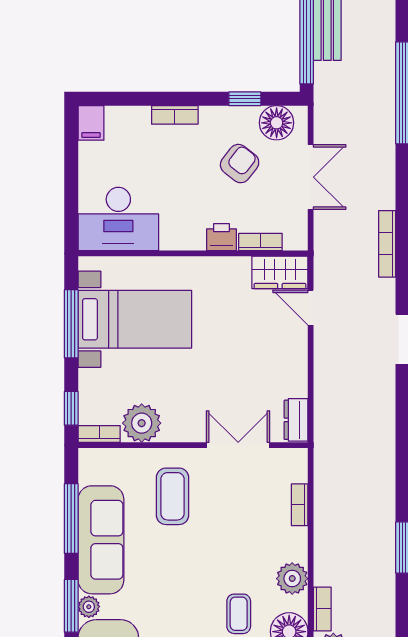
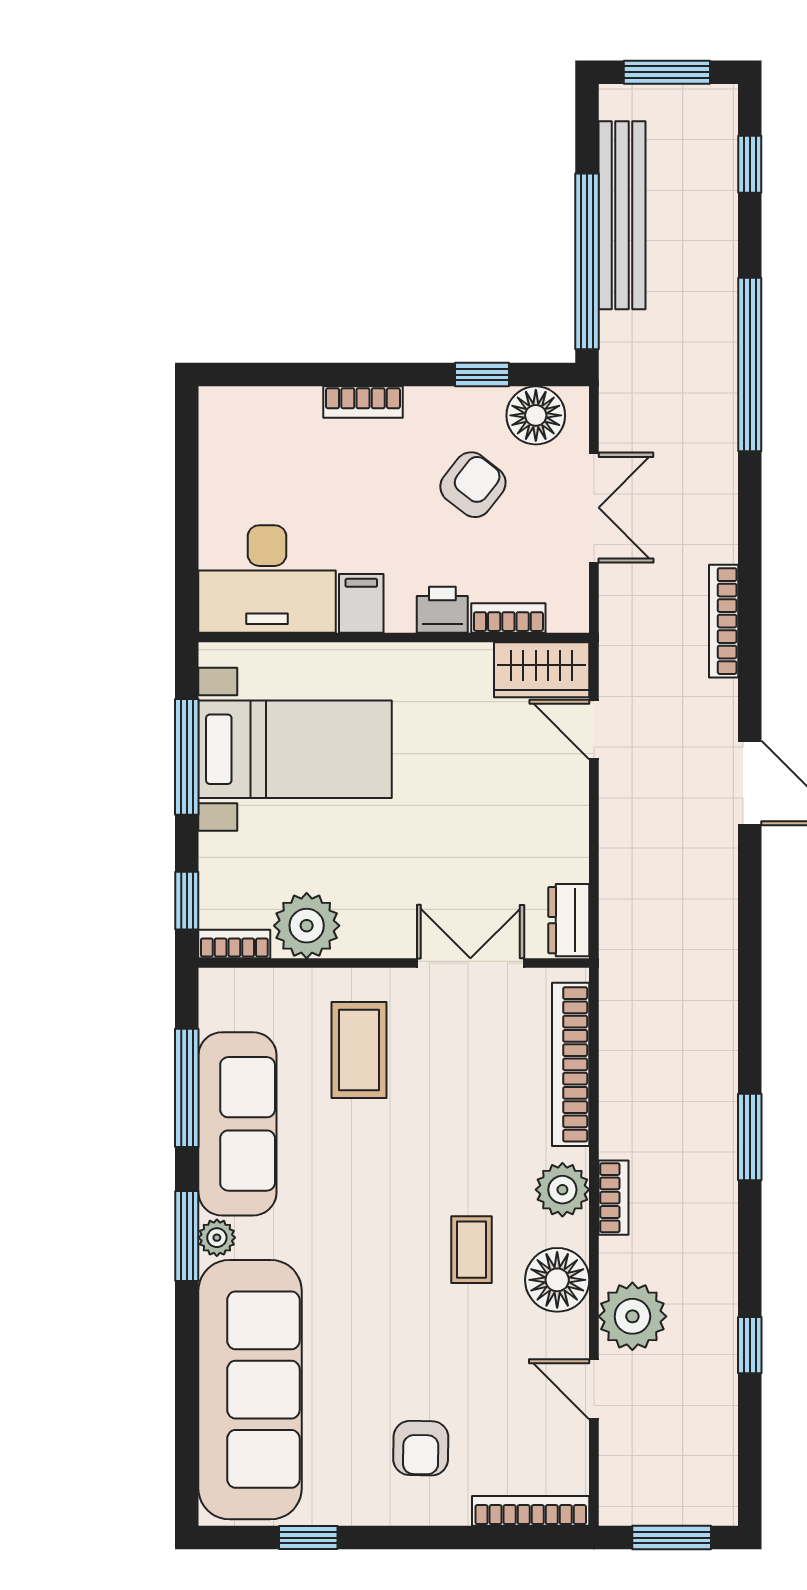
filing cabinet: (91, 123) -> (361, 603), moved, turned 180
bookcase: (300, 505) -> (571, 1064), width x2.31, depth x1.31
bookcase: (322, 609) -> (613, 1198), moved

